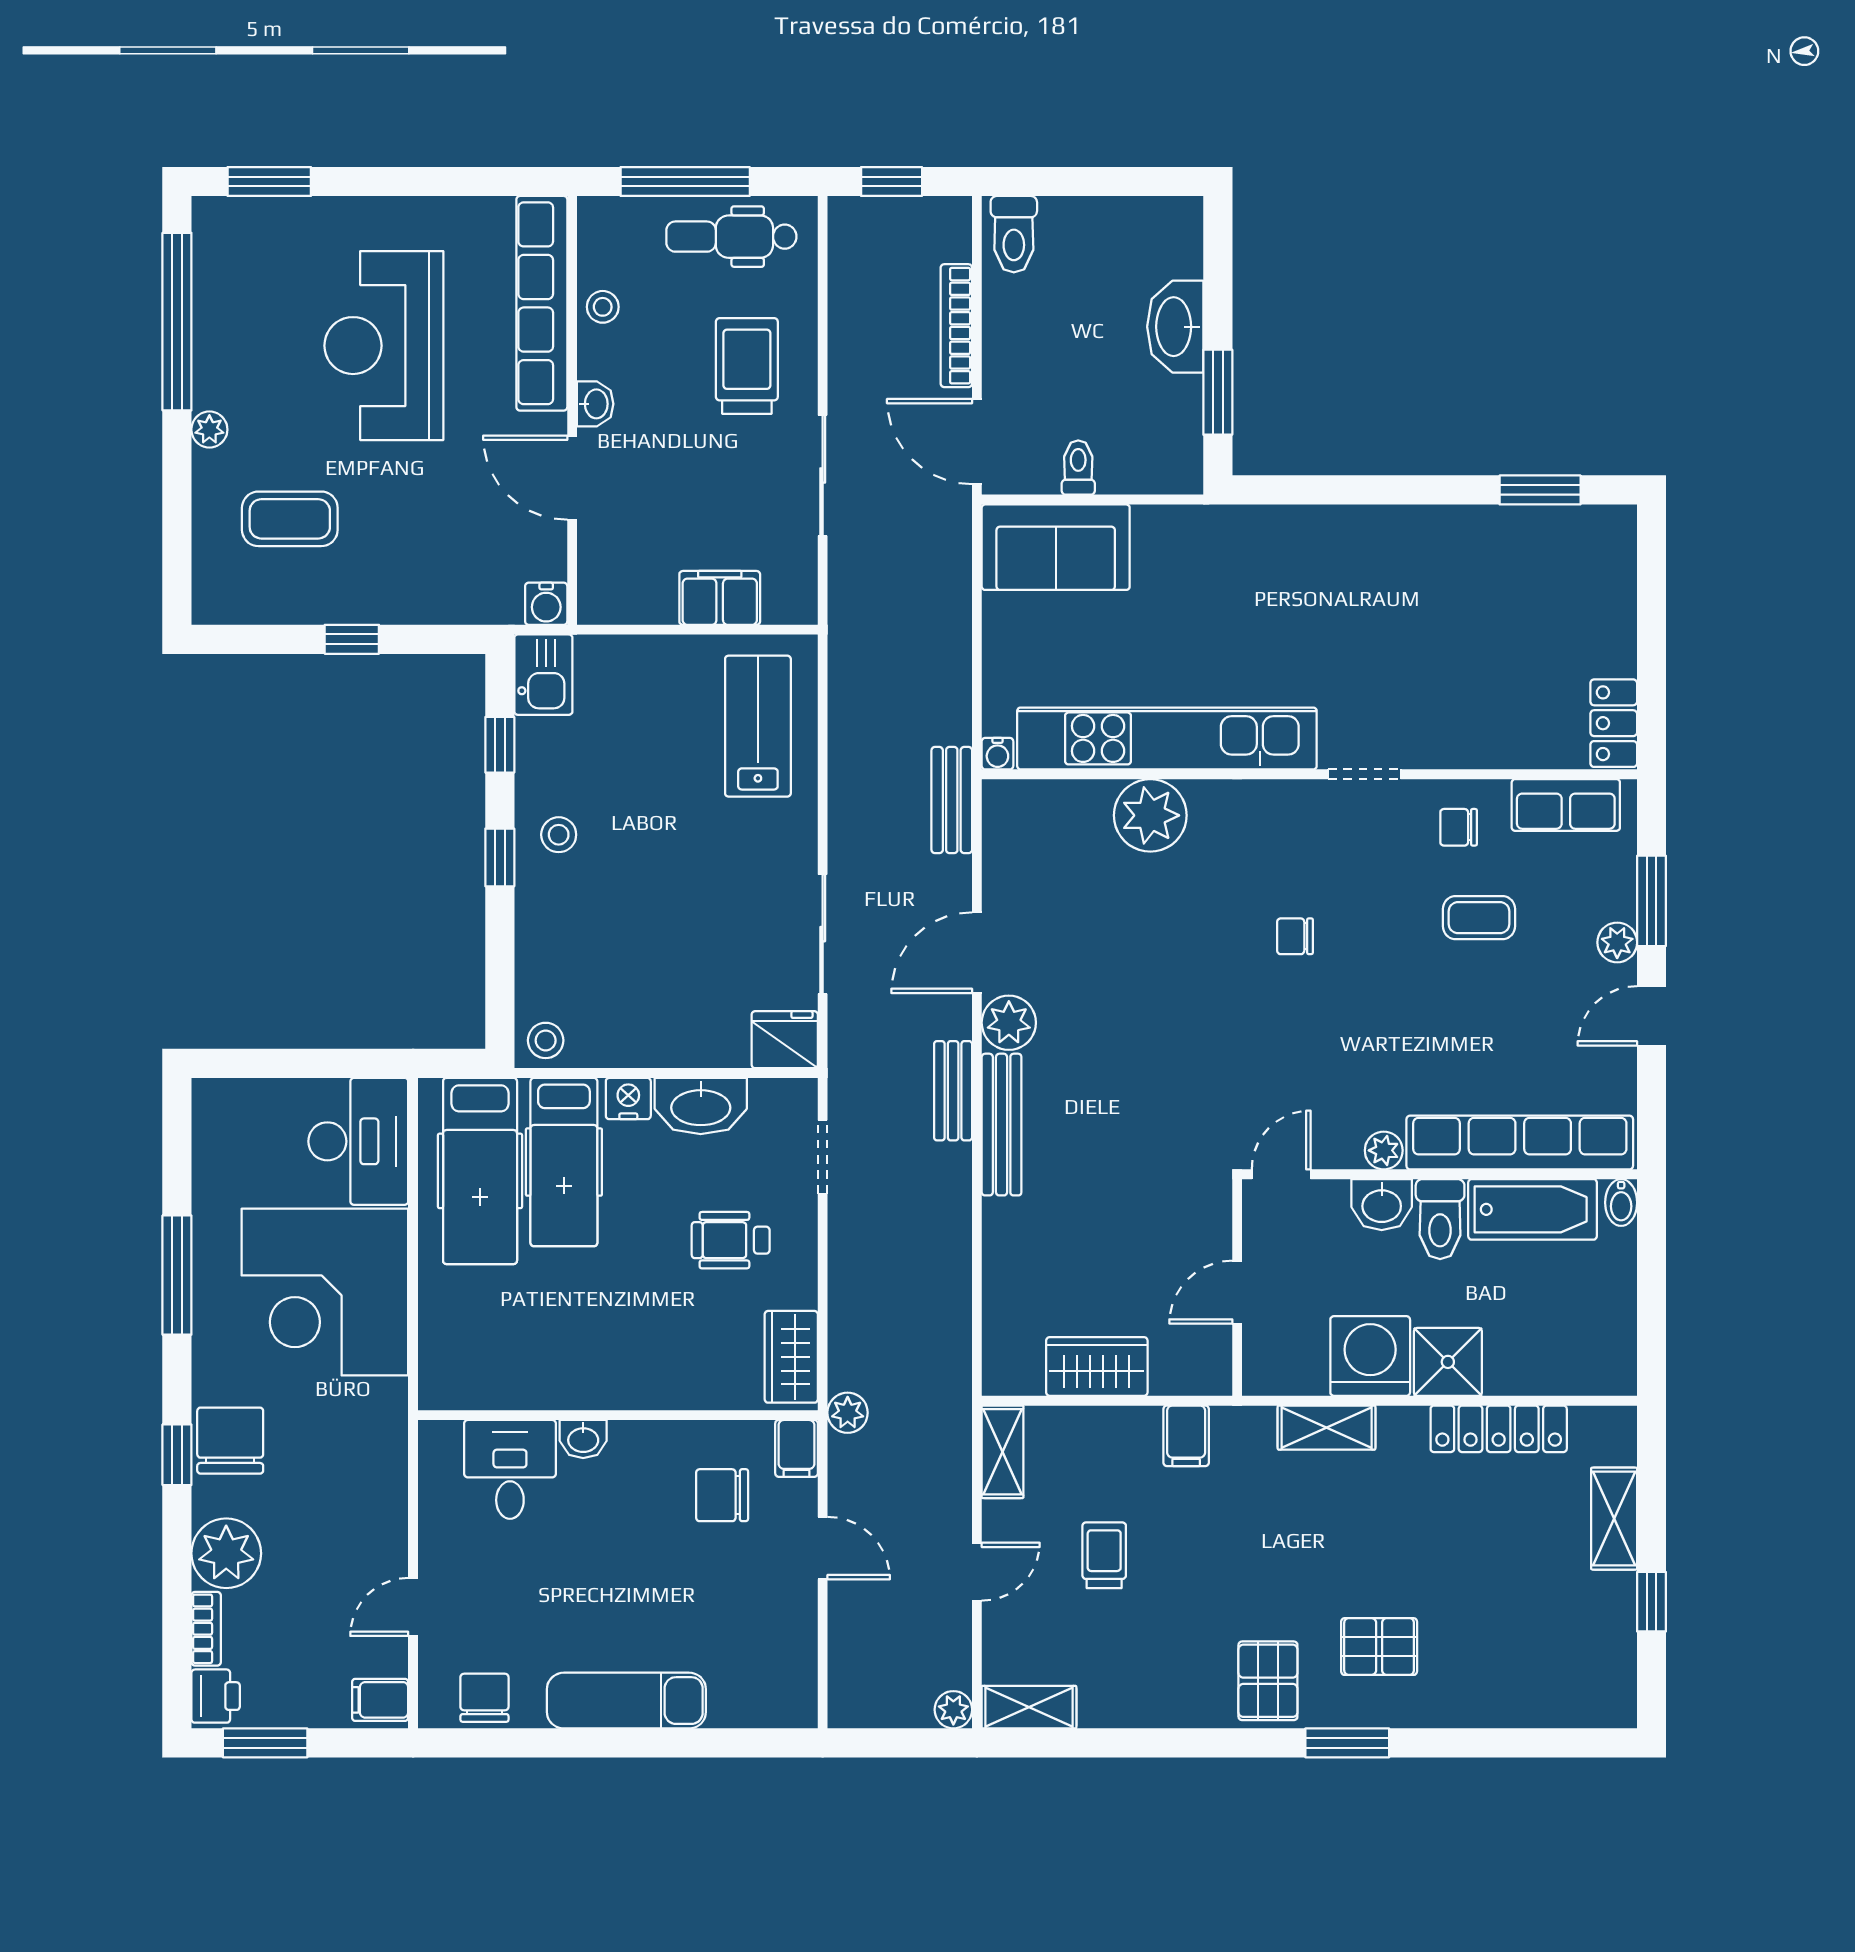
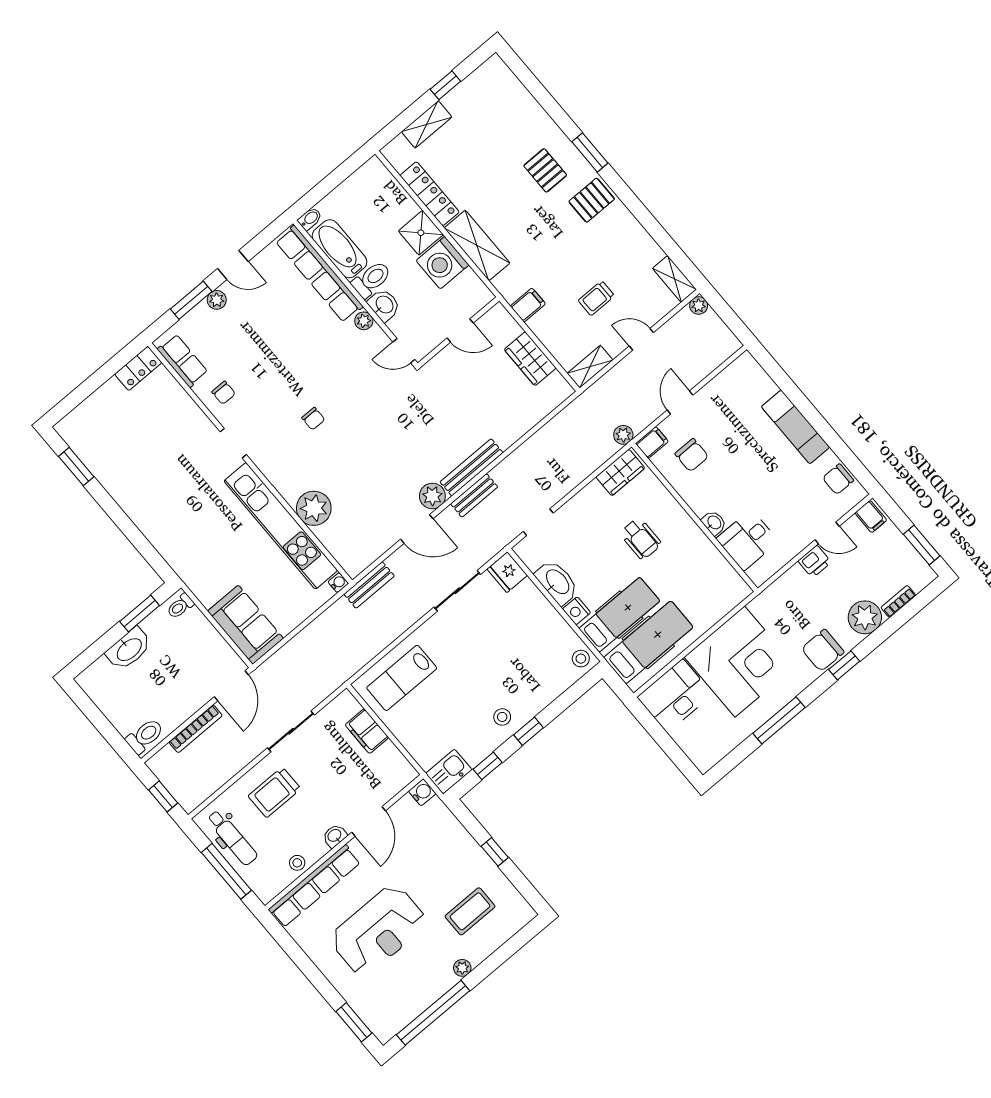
toilet: (1078, 468) -> (180, 606), moved
coffee table: (290, 519) -> (470, 911), turned 90
coffee table: (1479, 918) -> (250, 358), removed
wheelchair: (731, 1240) -> (641, 539), moved
shelving: (1327, 1428) -> (477, 245), width x1.50, depth x1.33
printer: (216, 1696) -> (815, 562), moved, turned 180

